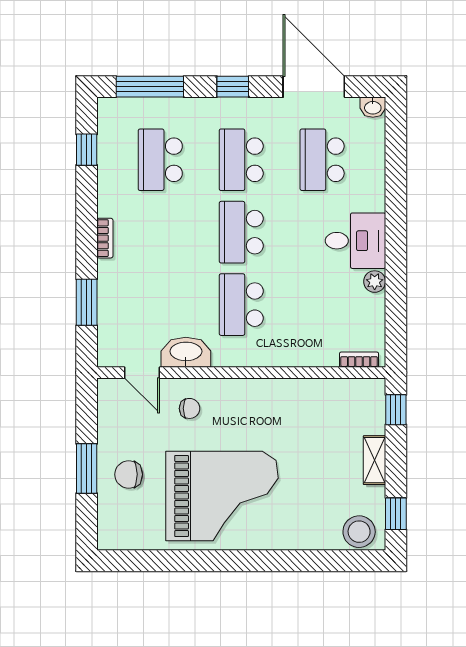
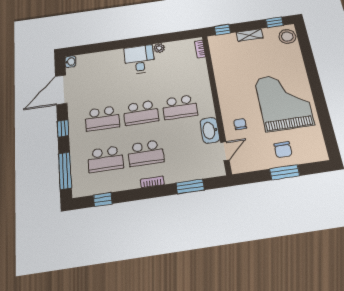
school desk: (322, 160) -> (146, 153), moved

